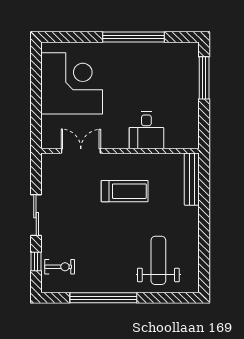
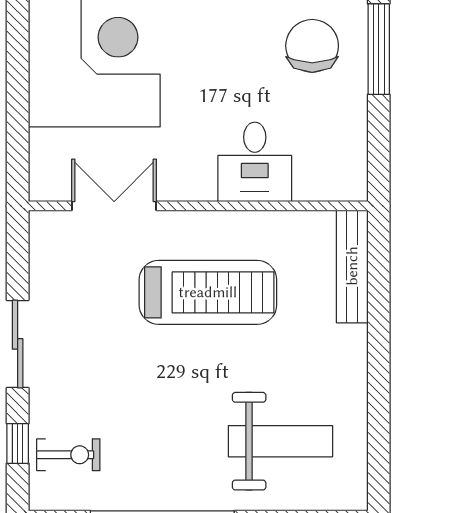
chair: (173, 76) -> (312, 46), added
treadmill: (125, 191) -> (208, 292), width x1.37, depth x1.38
weight bench: (158, 260) -> (280, 441), turned 90

